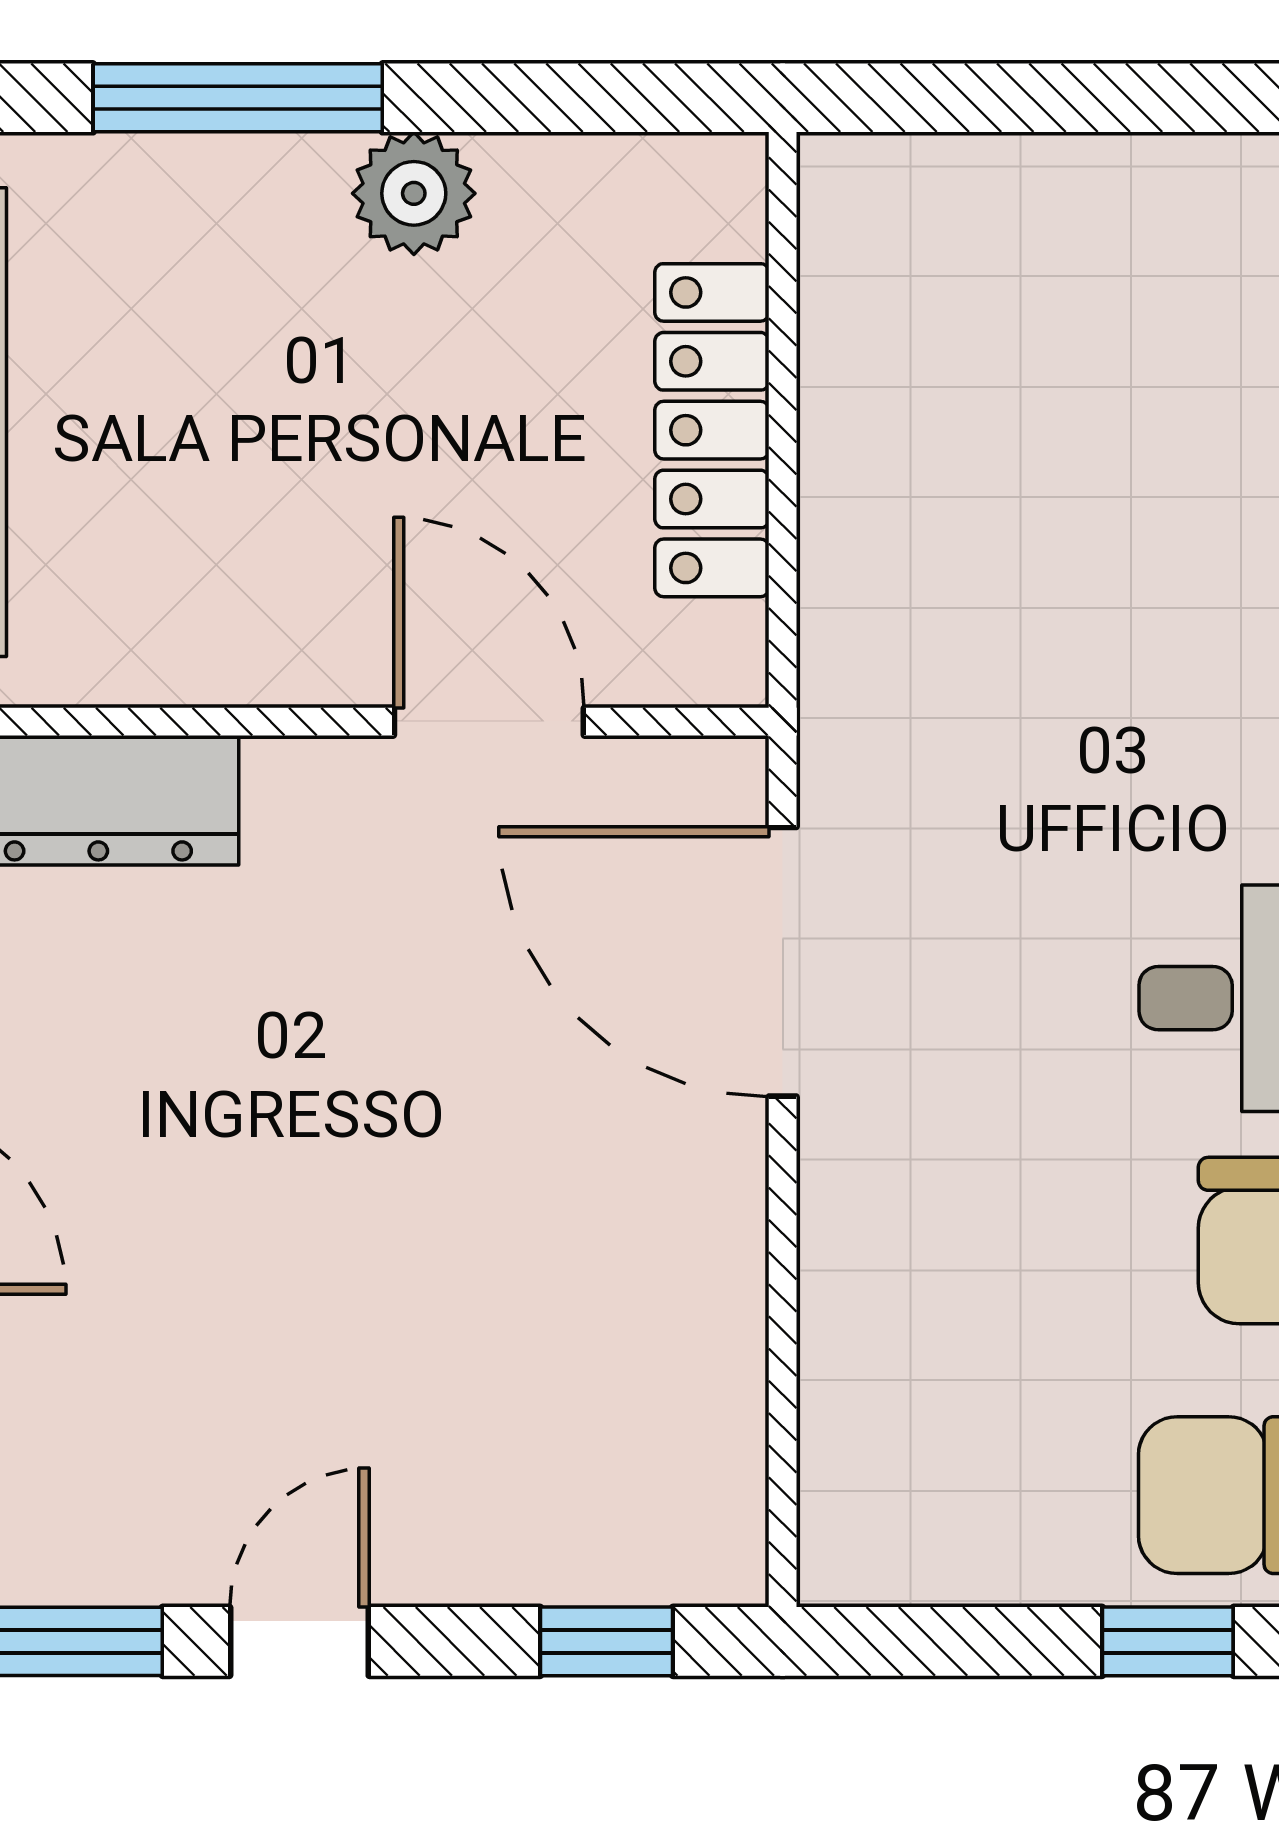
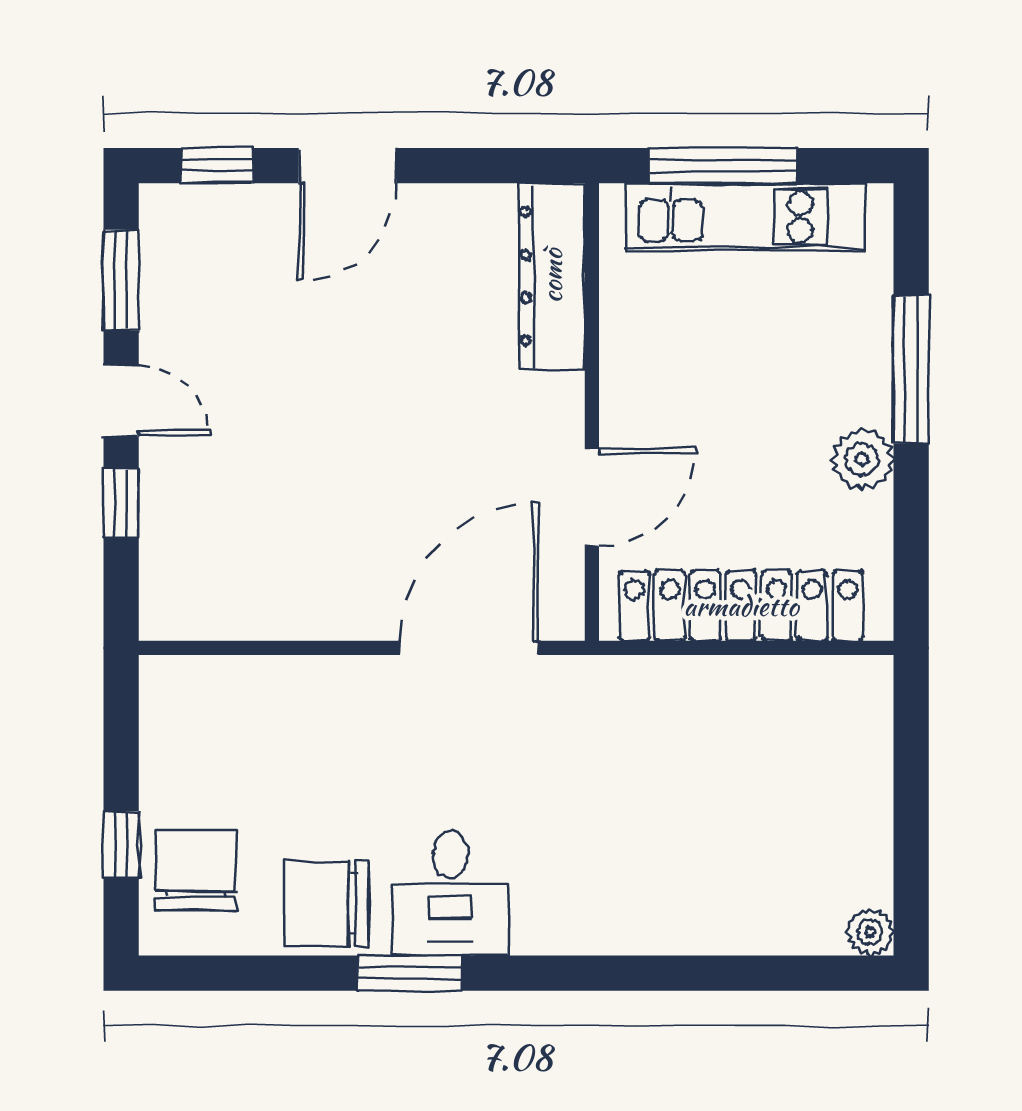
locker: (712, 430) -> (741, 606), width x1.41, depth x1.21
window: (606, 1641) -> (121, 503), moved

